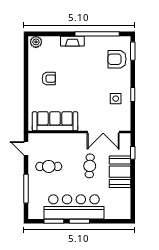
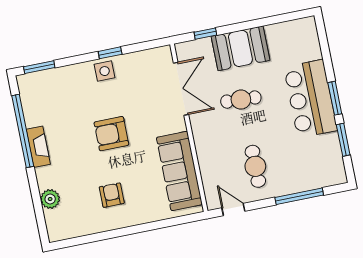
fireplace: (72, 41) -> (38, 147), moved
plant: (36, 42) -> (50, 199), moved
armchair: (117, 59) -> (111, 134), moved, turned 90
side table: (116, 99) -> (105, 71), moved
door: (26, 148) -> (233, 209), swing flipped
bar counter: (74, 207) -> (310, 99), width x0.73

